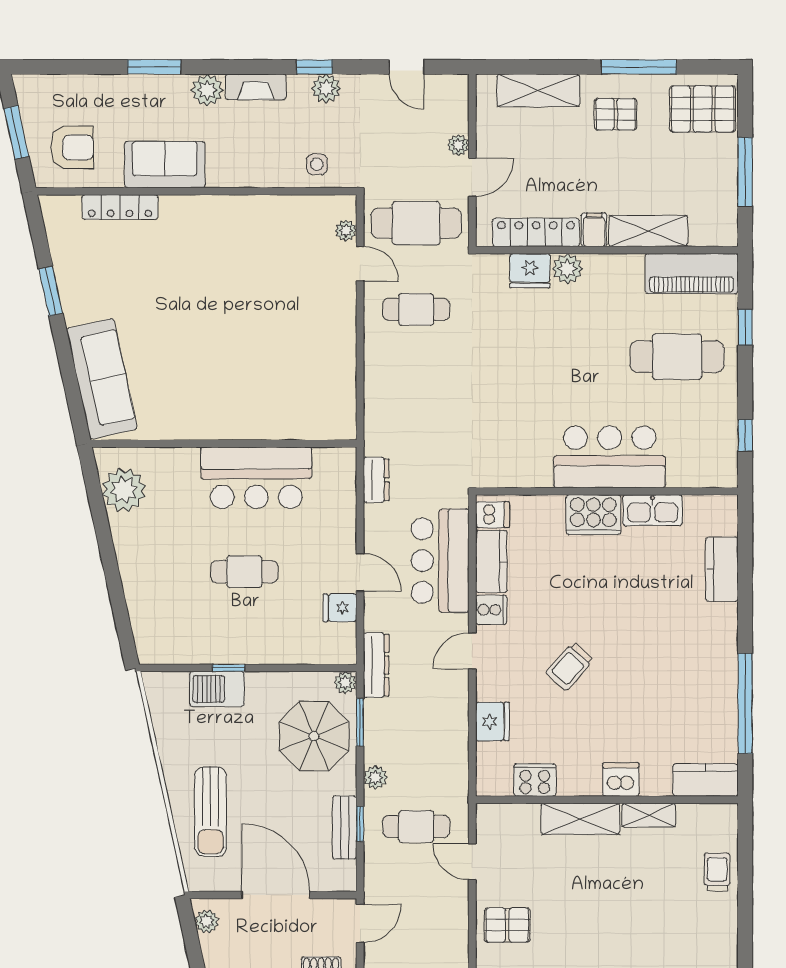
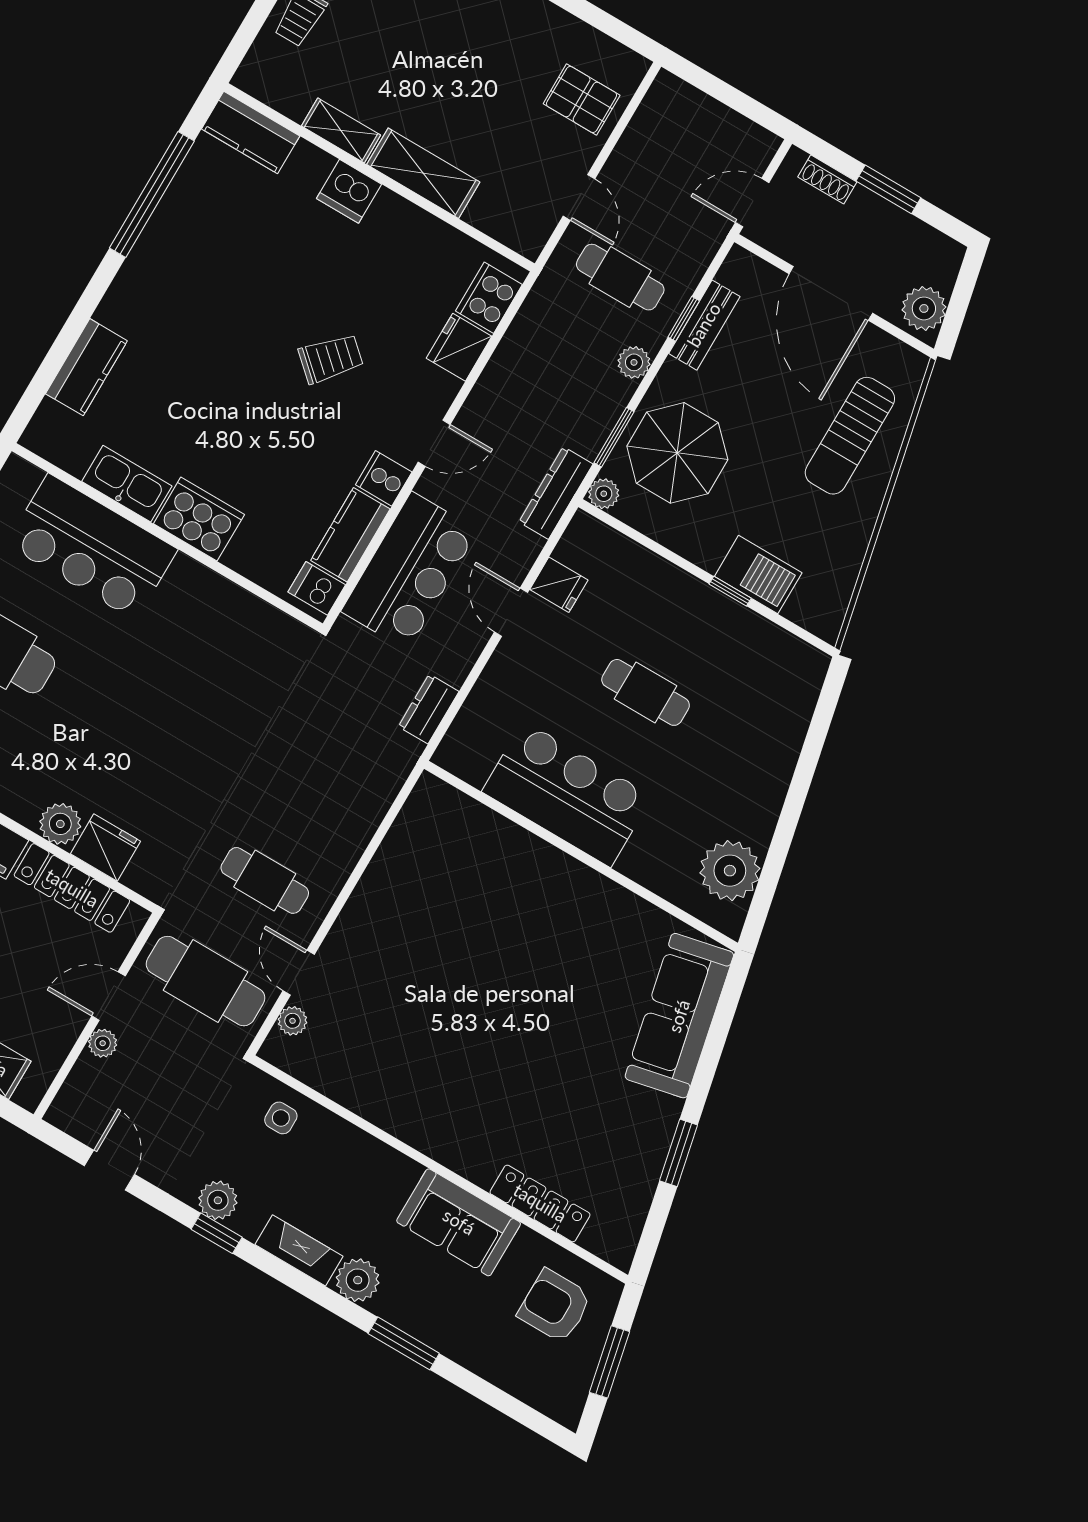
bar counter: (610, 457) -> (92, 547), moved
cooker: (535, 780) -> (489, 298), moved, turned 90
sun lounger: (211, 812) -> (850, 436), turned 180
plant: (207, 921) -> (924, 308), width x1.38, depth x1.38

